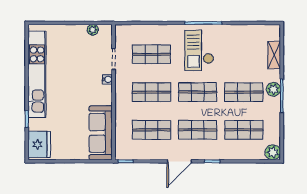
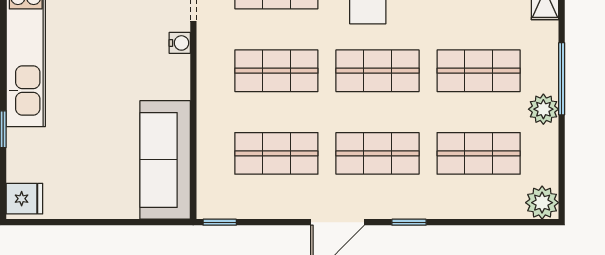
plant: (273, 89) -> (543, 109), moved
fridge: (39, 144) -> (24, 199), width x0.53, depth x0.75

